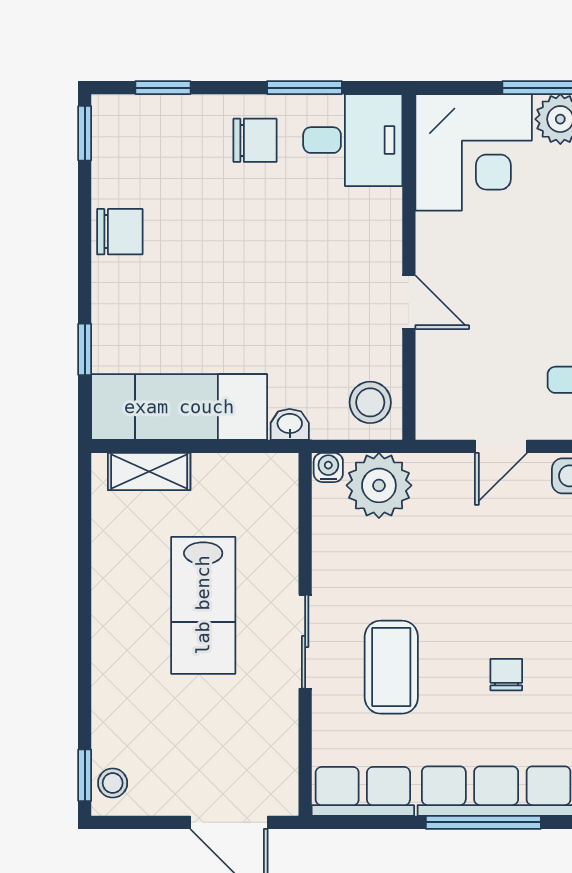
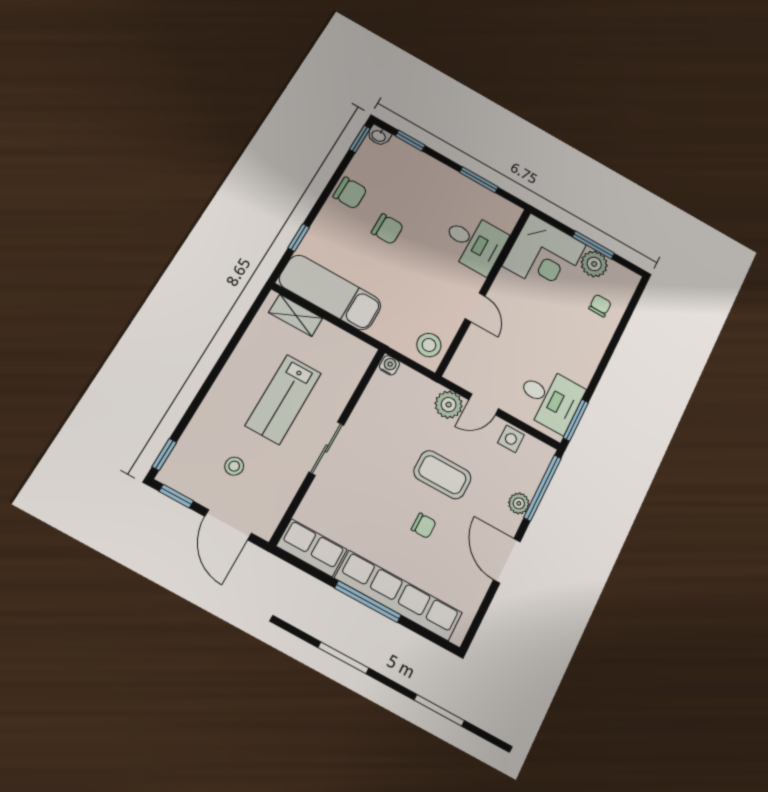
chair: (255, 140) -> (387, 229), moved
desk: (353, 140) -> (474, 243), moved
washbasin: (290, 424) -> (379, 136), moved, turned 180
plant: (379, 485) -> (449, 405), moved, width x0.73, depth x0.73
coffee table: (391, 667) -> (442, 475), moved, turned 90
chair: (506, 675) -> (424, 526), turned 90
stool: (113, 783) -> (234, 466), moved
window: (135, 822) -> (176, 496), added

